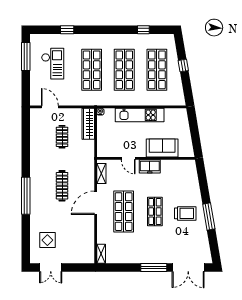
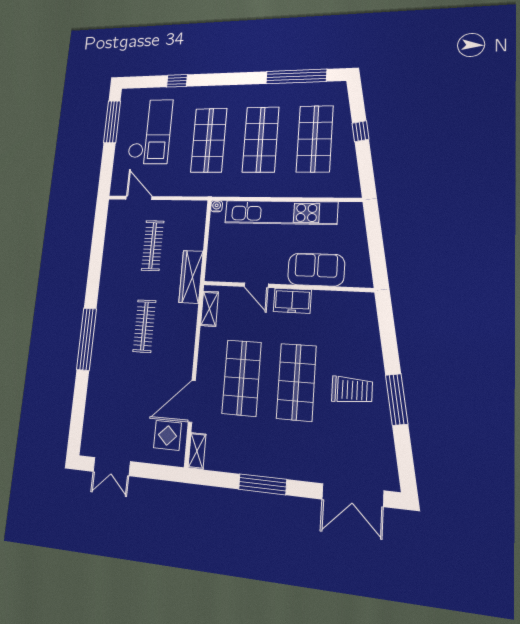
window: (143, 30) -> (296, 76), width x3.17
checkout: (53, 64) -> (150, 132), width x1.36, depth x1.21
kitchen unit: (140, 115) -> (281, 213), width x1.36
wardrobe: (88, 124) -> (191, 277), moved
clothes rail: (62, 137) -> (153, 246), width x1.36
door: (96, 203) -> (192, 401), moved
shop shelf: (155, 212) -> (296, 382), width x1.43, depth x1.36
display table: (47, 240) -> (168, 435), moved
window: (154, 267) -> (263, 484), moved

